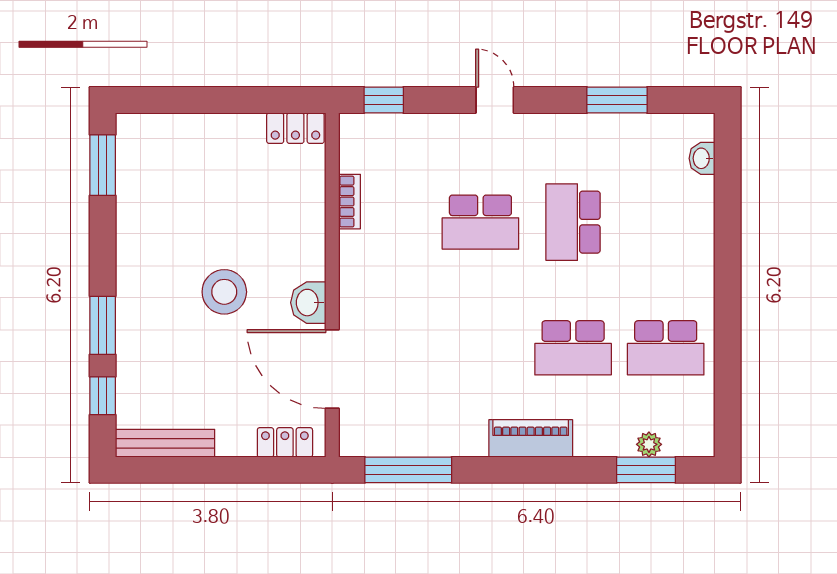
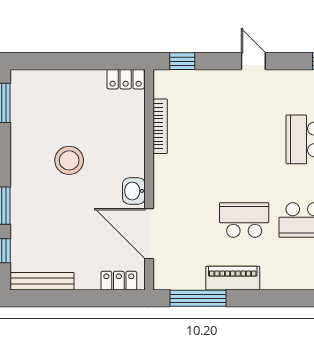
bookcase: (349, 202) -> (160, 126), width x1.56
school desk: (480, 222) -> (244, 220), moved, turned 180
stool: (224, 292) -> (69, 160), moved
piano: (531, 438) -> (233, 278), moved

